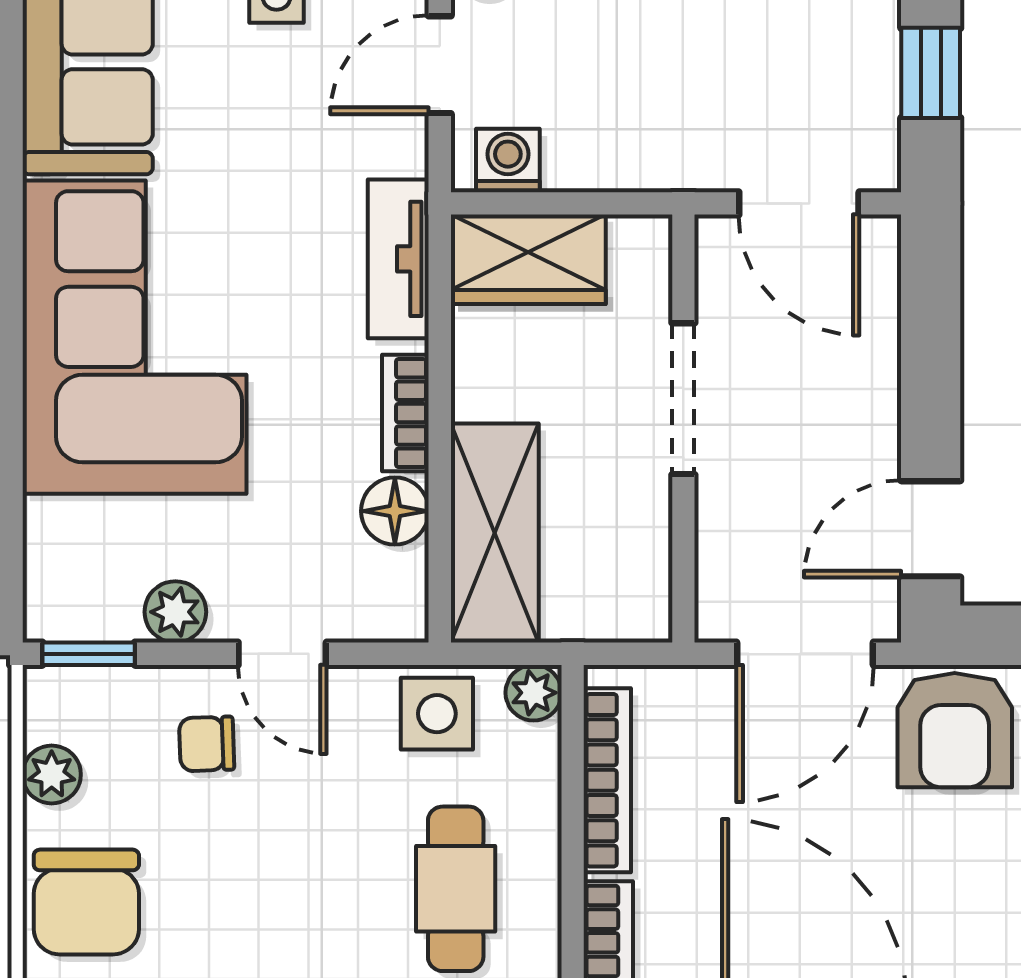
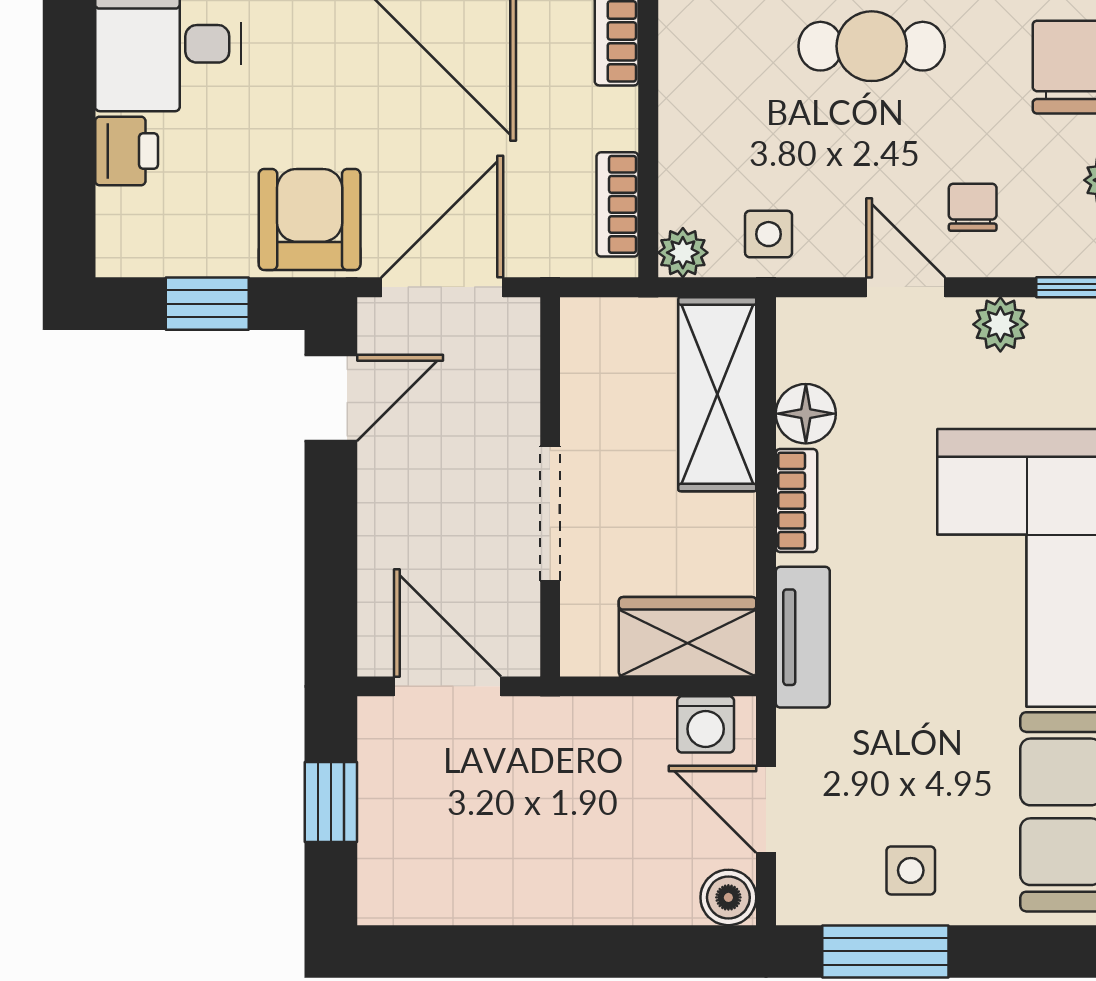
door: (440, 65) -> (766, 809), swing flipped
side table: (437, 714) -> (769, 234), width x0.73, depth x0.73
chair: (207, 744) -> (973, 207), turned -88
bookcase: (607, 780) -> (618, 204), width x0.64
cafe table: (456, 889) -> (872, 46), moved, turned 90

